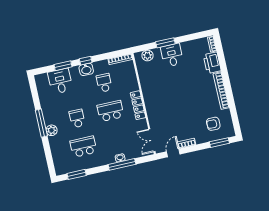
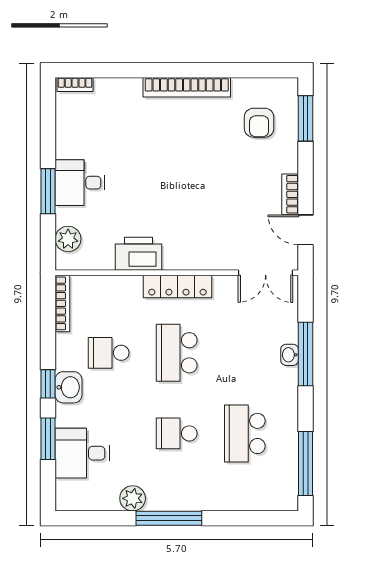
printer: (212, 63) -> (138, 254), moved, turned 180
plant: (52, 130) -> (133, 498), moved
window: (77, 174) -> (305, 463), width x1.44

